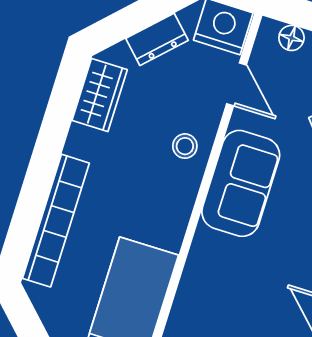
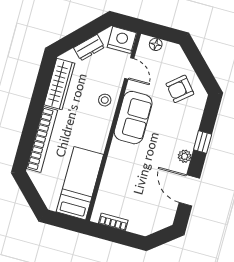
wardrobe: (100, 95) -> (59, 84), width x1.50

